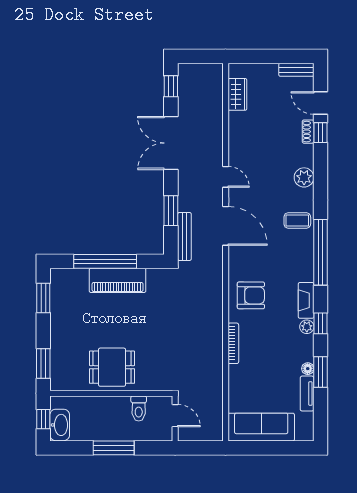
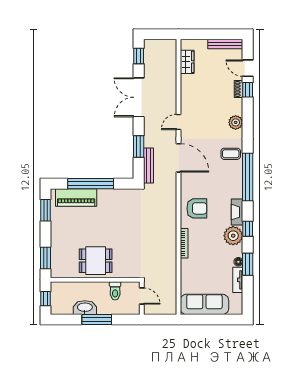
bench: (296, 70) -> (225, 44), width x1.36
door: (226, 177) -> (178, 122), swing flipped
piano: (118, 280) -> (76, 197), moved
plant: (307, 327) -> (233, 236), width x1.87, depth x1.87
washbasin: (60, 425) -> (85, 308), moved, turned -90

